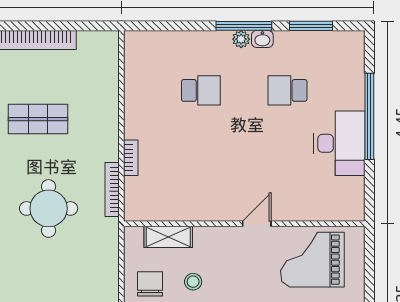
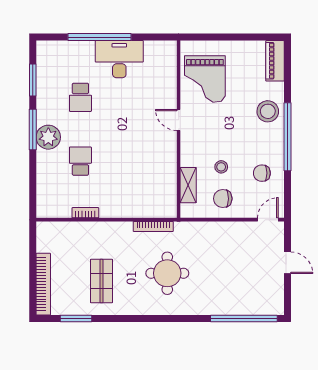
plant: (241, 39) -> (48, 137), width x1.88, depth x1.88
washbasin: (262, 39) -> (43, 116), removed
bookcase: (131, 158) -> (85, 213), moved

